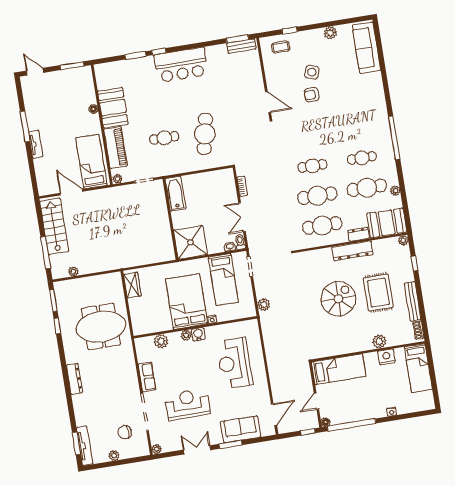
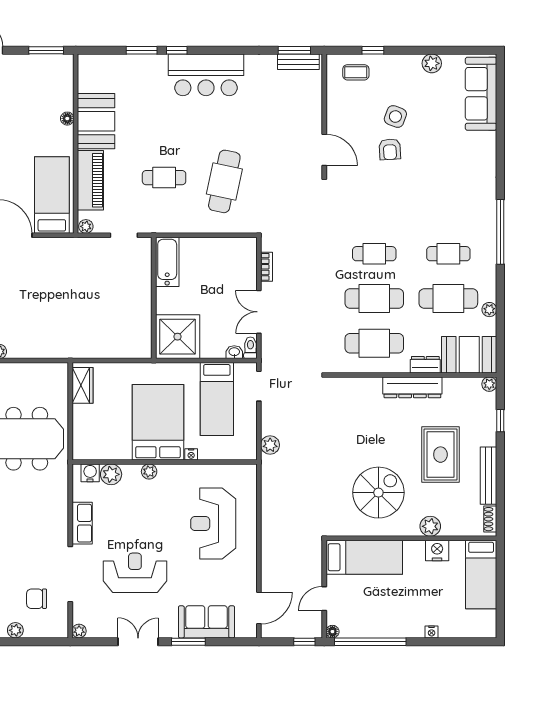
armchair: (312, 95) -> (390, 149), turned -93
spiral stairs: (338, 299) -> (378, 493), moved
water cooler: (198, 334) -> (90, 473), moved

